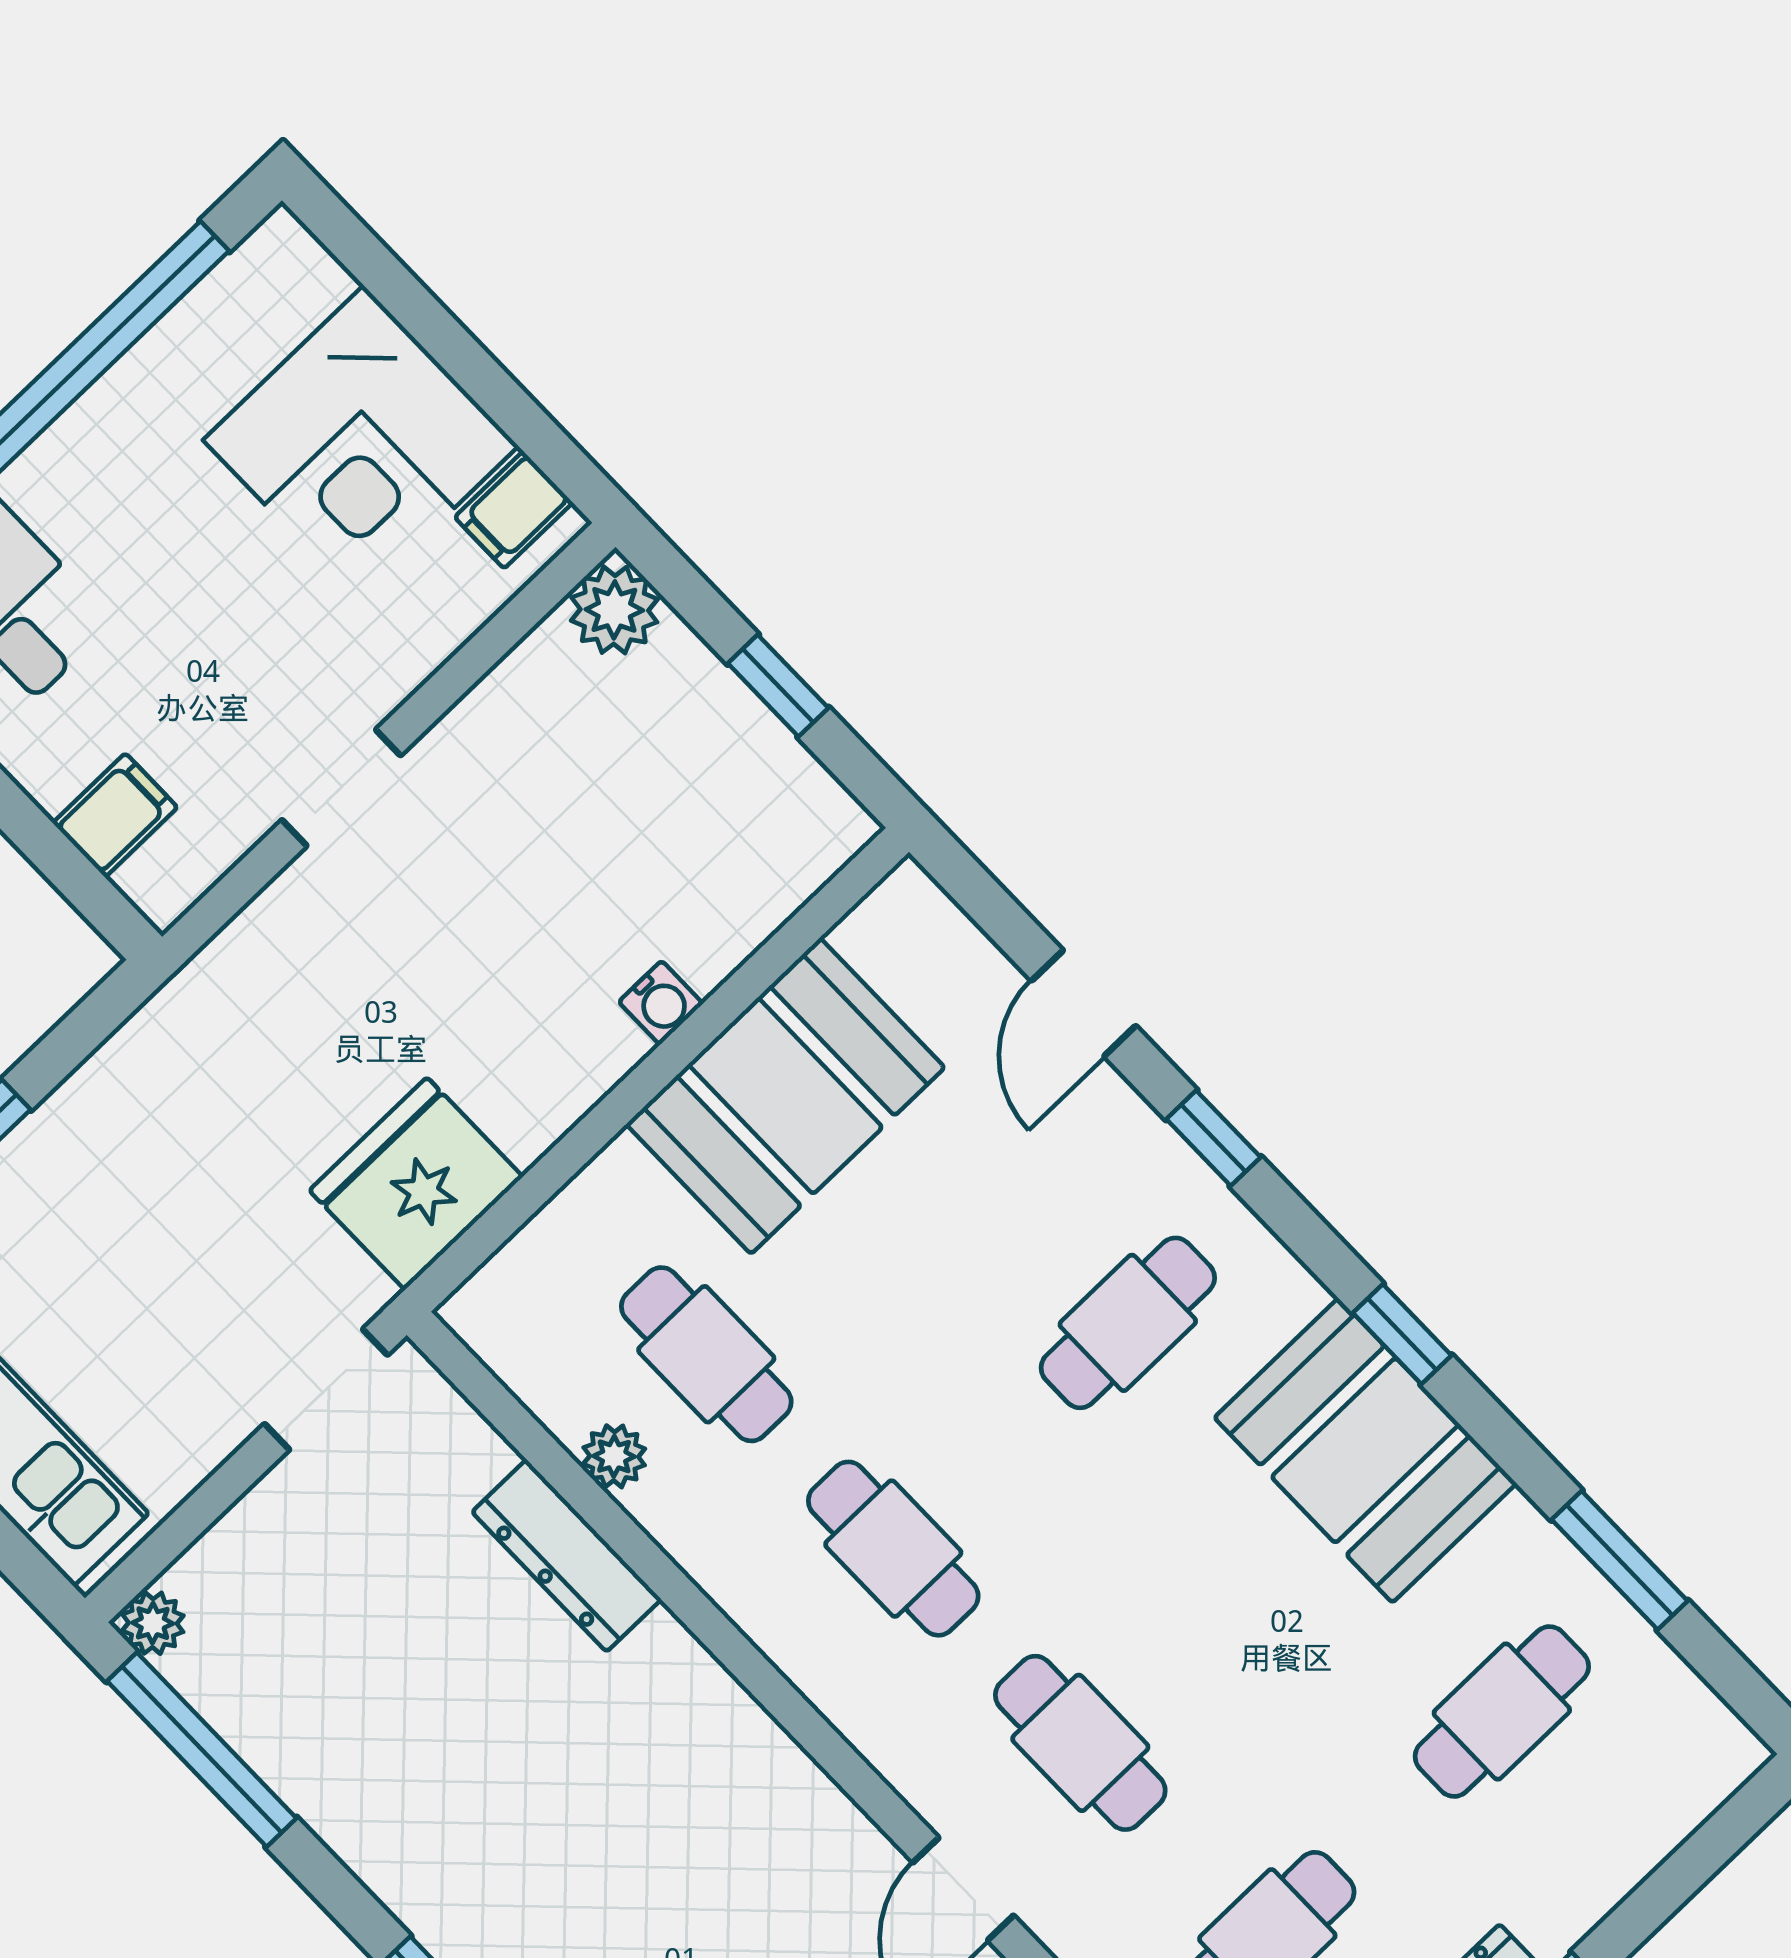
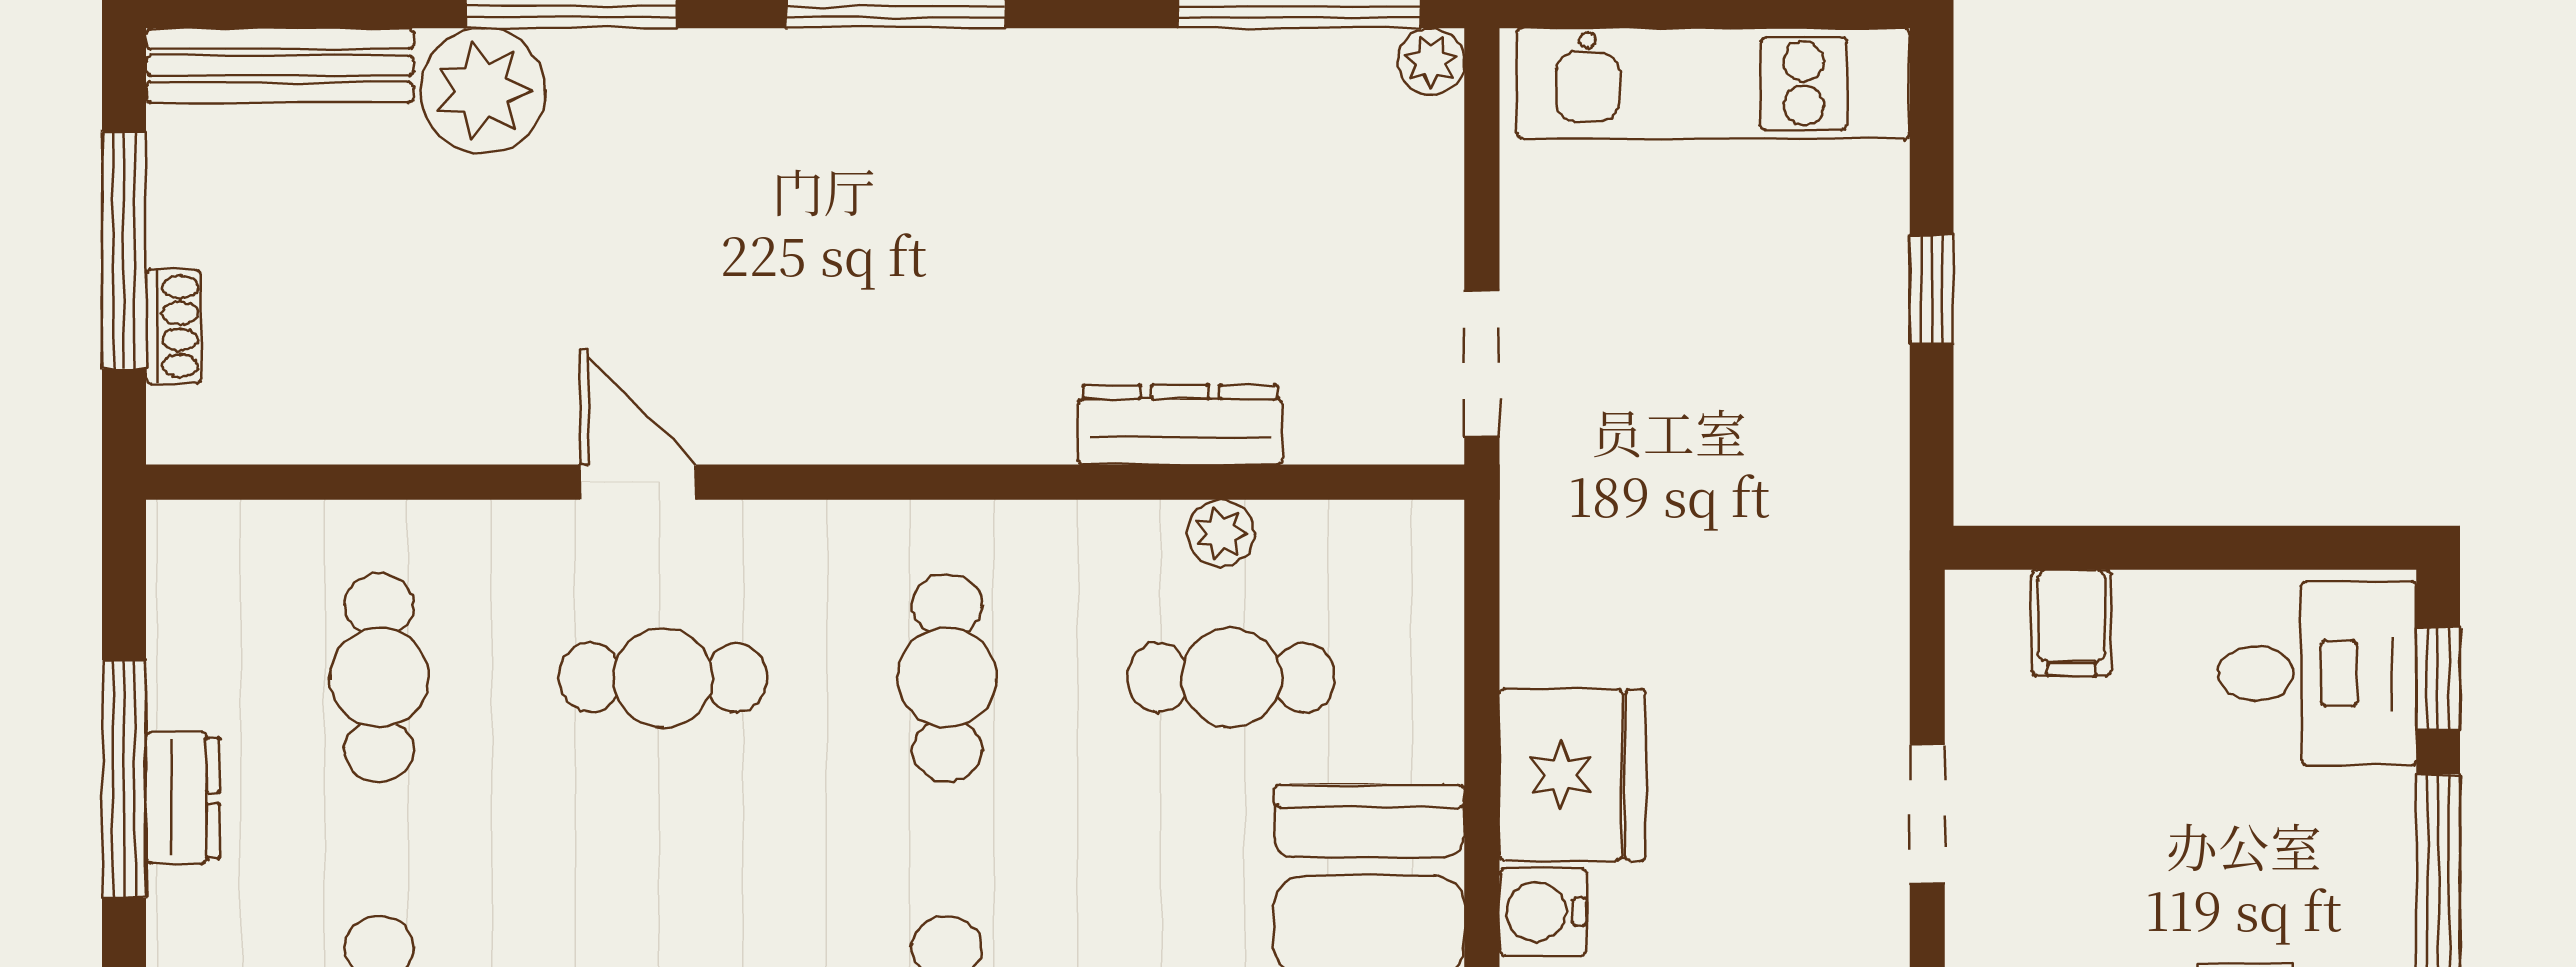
water cooler: (661, 1003) -> (1543, 912), width x1.38, depth x1.38
fridge: (416, 1184) -> (1572, 775), moved
cafe table: (893, 1549) -> (947, 678), turned 90

